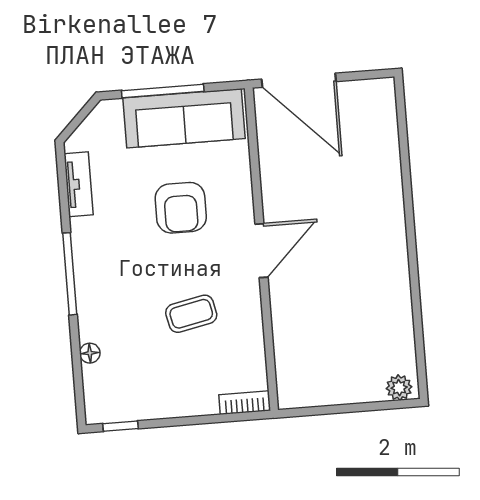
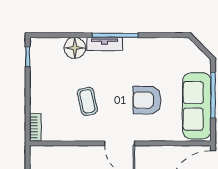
tv unit: (79, 184) -> (105, 44), moved
floor lamp: (90, 353) -> (75, 48), width x1.89, depth x1.89

